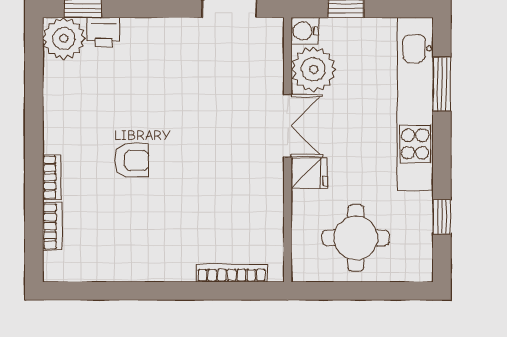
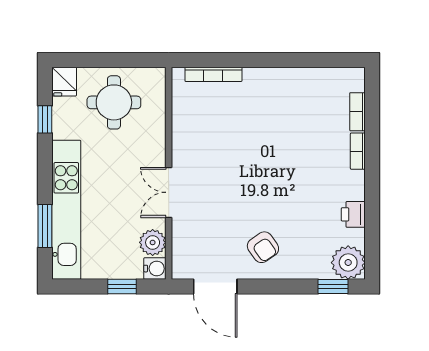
printer: (103, 32) -> (353, 214), moved, turned -90
plant: (313, 69) -> (153, 242), width x0.73, depth x0.73
armchair: (132, 160) -> (263, 247), moved, turned -125
fridge: (309, 173) -> (64, 82), moved, turned -90

